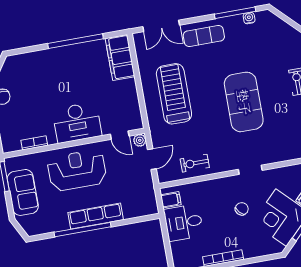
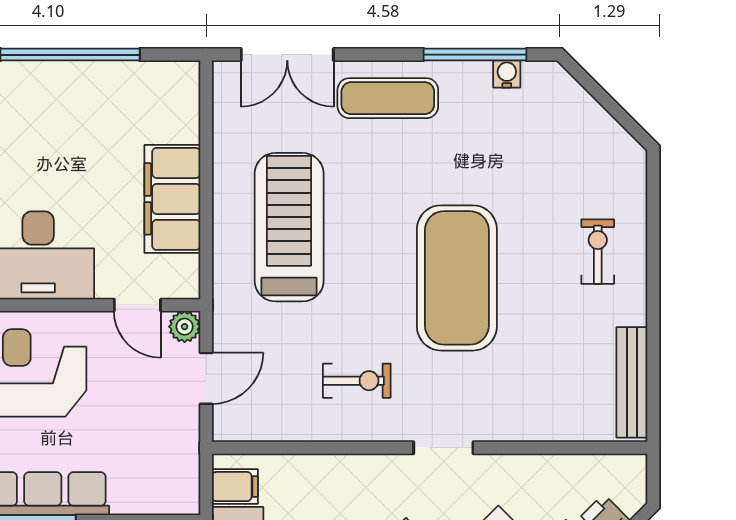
filing cabinet: (120, 57) -> (172, 199), moved
exercise bike: (195, 163) -> (357, 381), moved, turned 180

